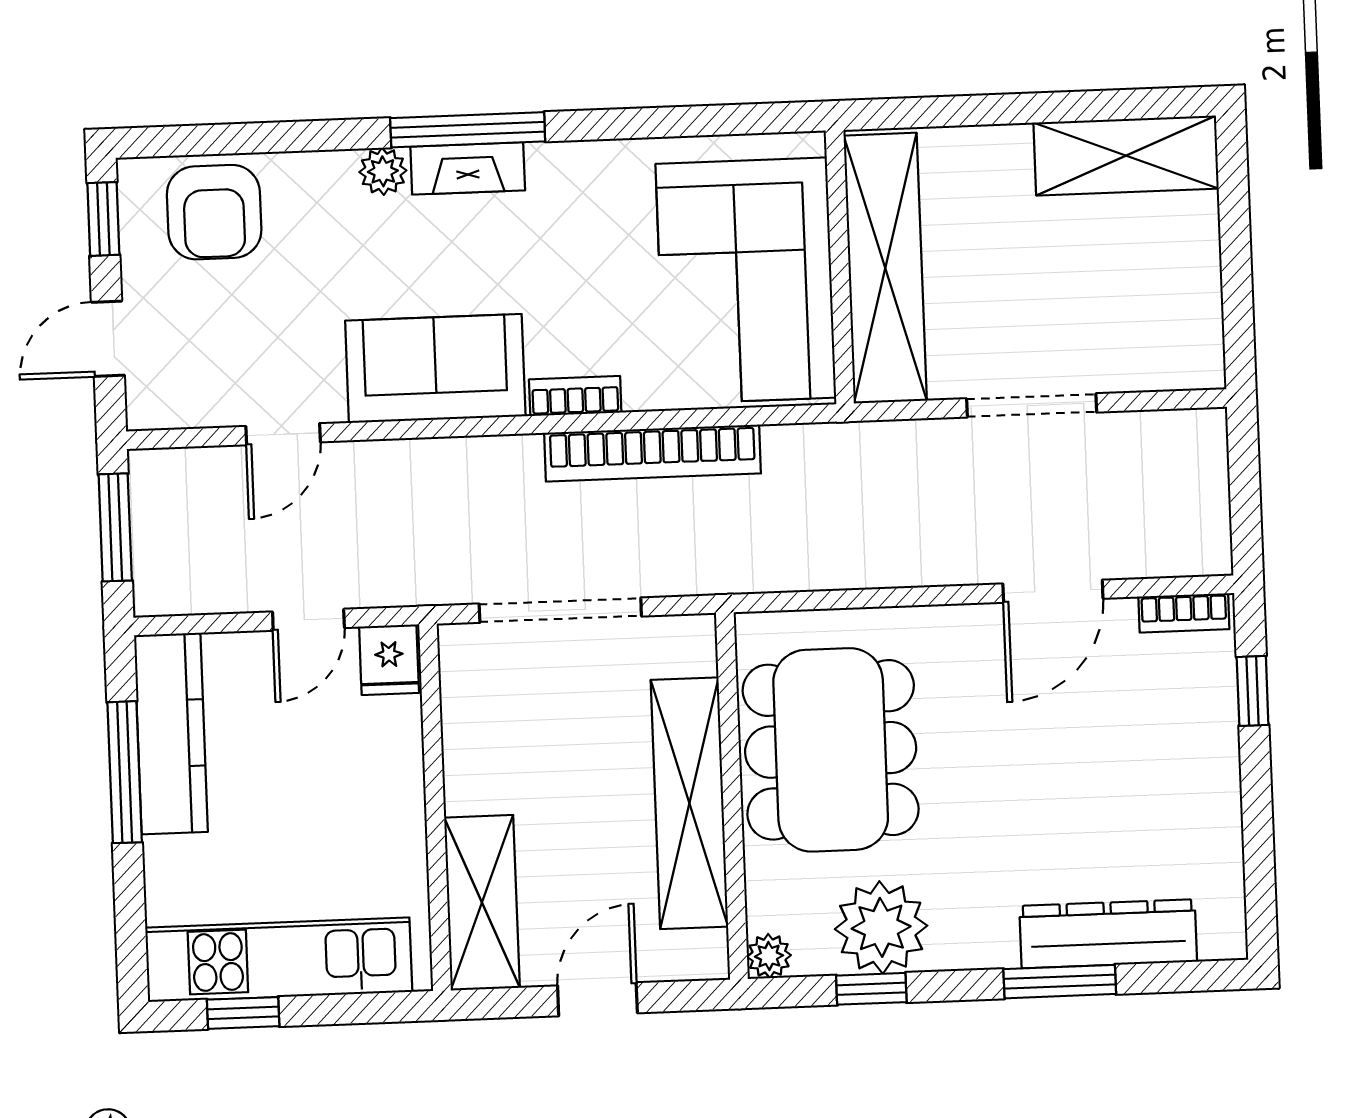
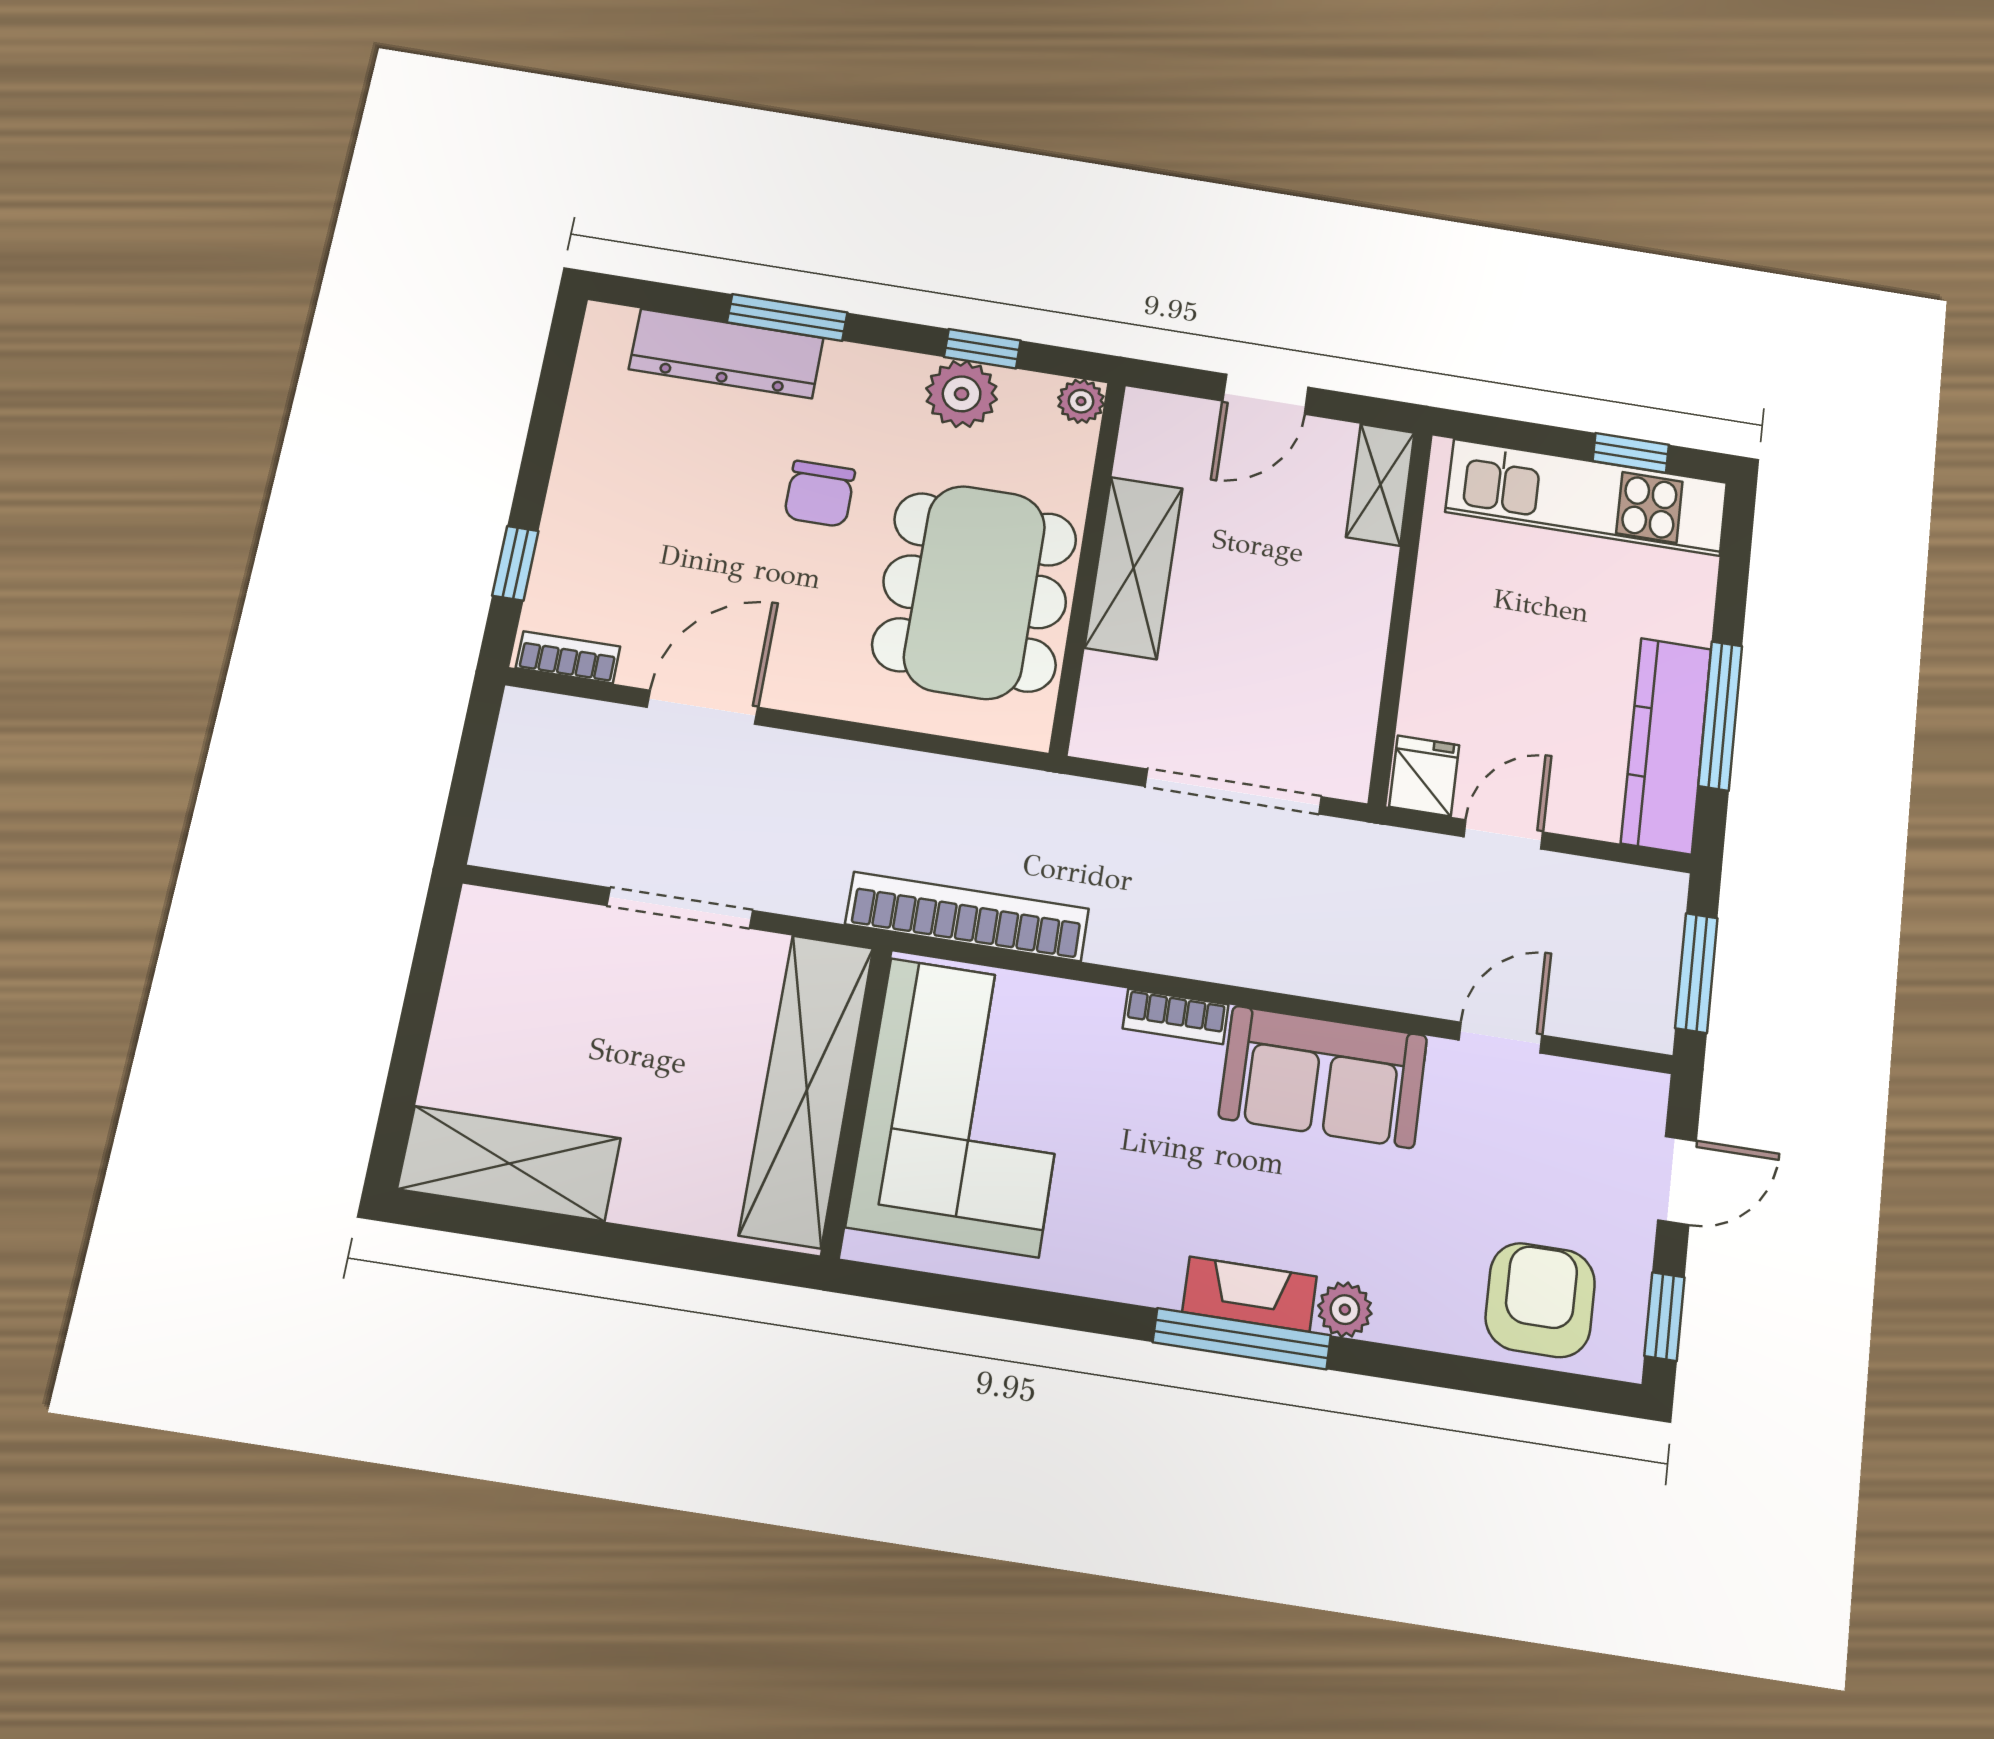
bookcase: (653, 453) -> (967, 916), moved
shelving: (689, 803) -> (1134, 568), width x0.68
chair: (992, 815) -> (820, 494), added
shelving: (482, 903) -> (1380, 485), width x0.67, depth x0.75
plant: (881, 927) -> (962, 394), width x0.73, depth x0.73

